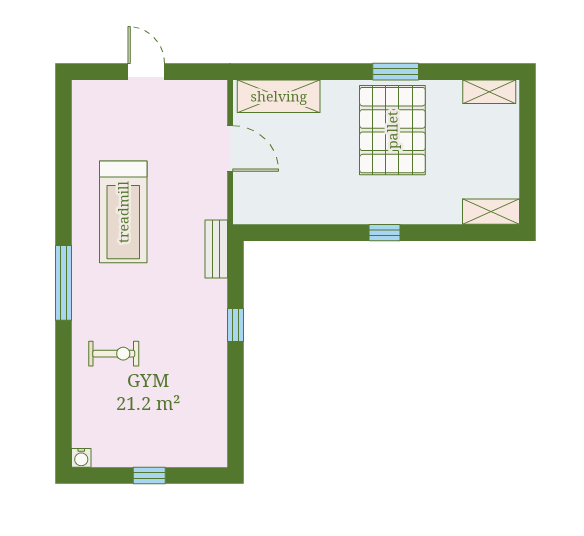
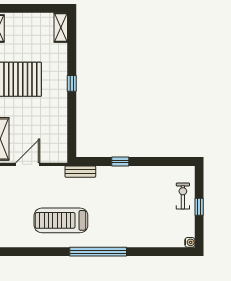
treadmill: (123, 212) -> (61, 220), turned 180
window: (64, 283) -> (98, 252), width x1.46
exercise bike: (114, 354) -> (183, 196), moved

